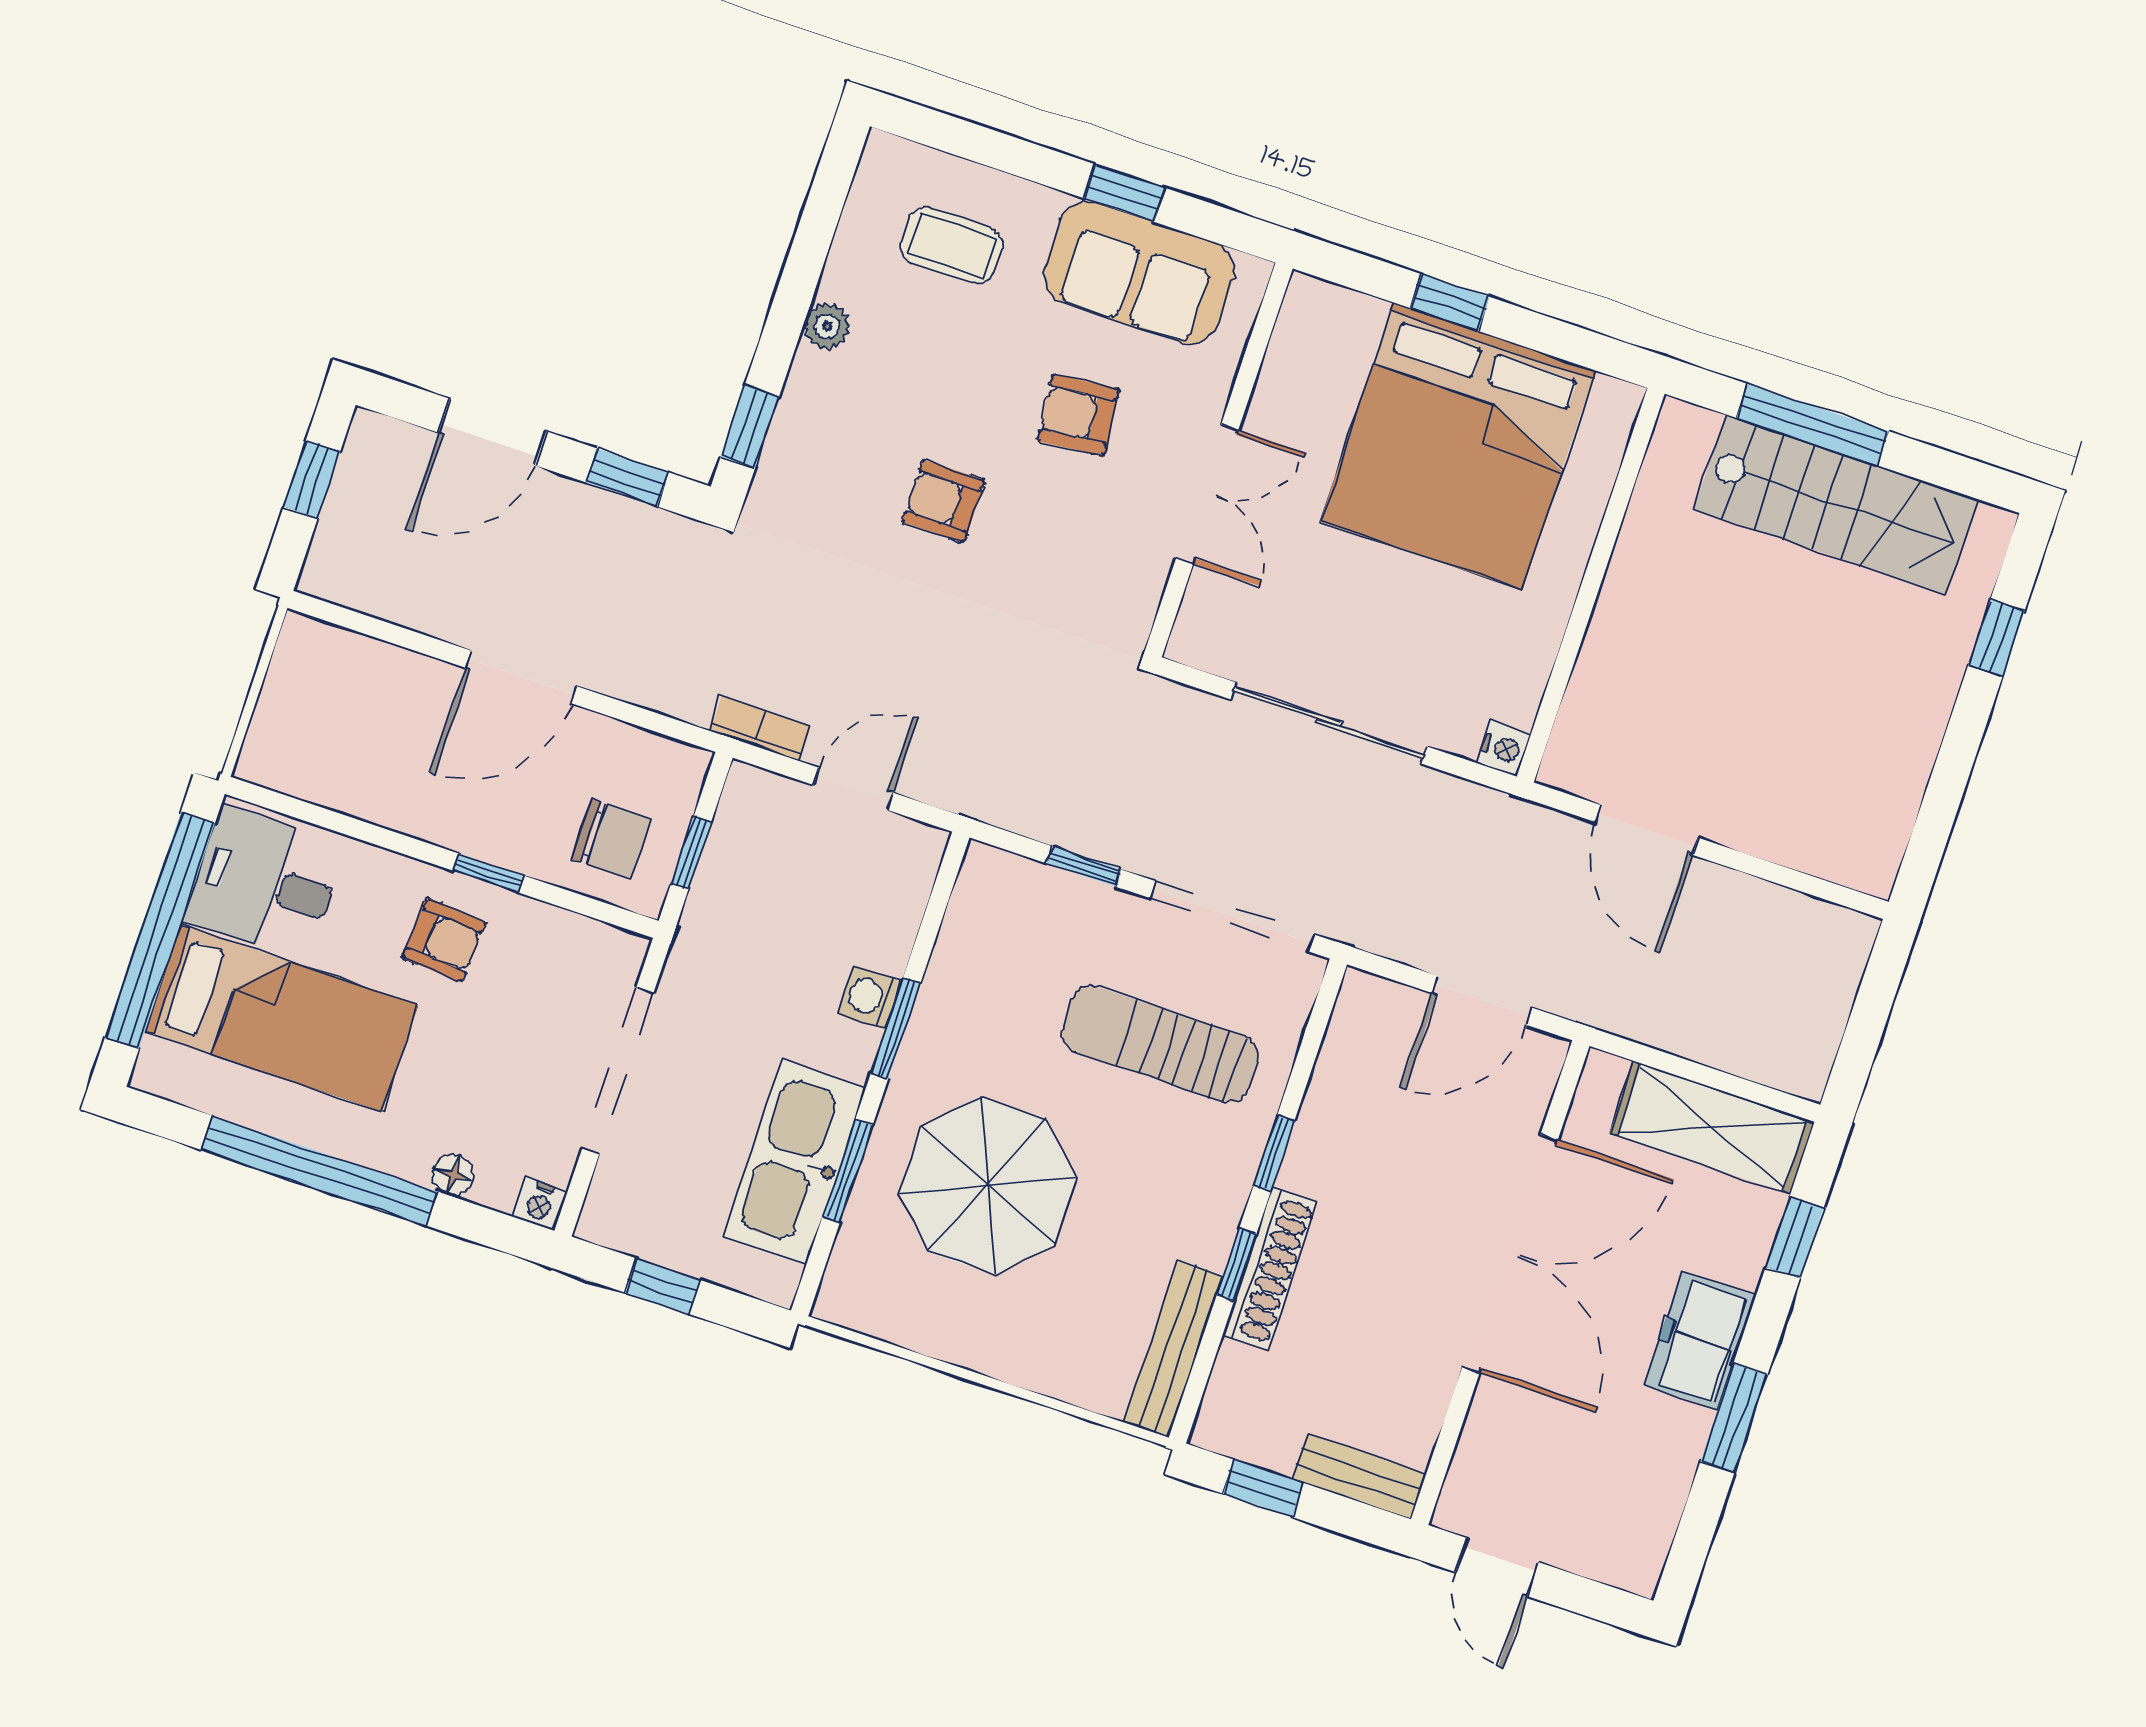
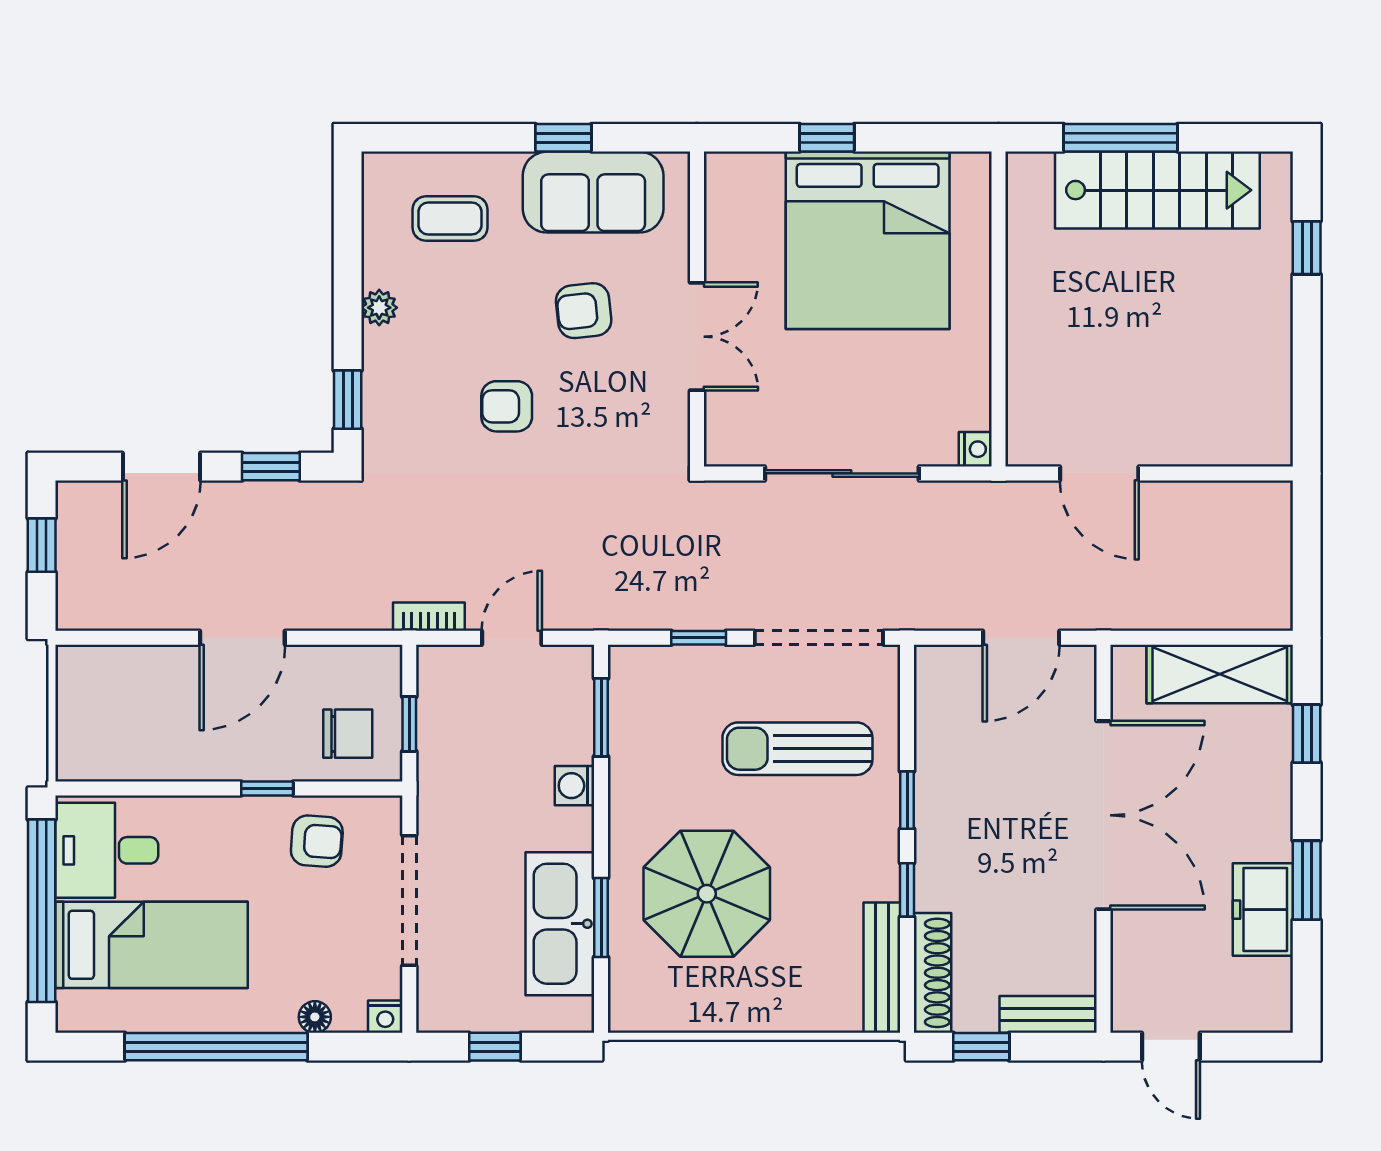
armchair: (444, 940) -> (317, 841), moved
window: (896, 1029) -> (601, 717), moved
shoe rack: (1270, 1269) -> (932, 973), moved
freezer: (1700, 1340) -> (1263, 910), moved

